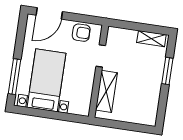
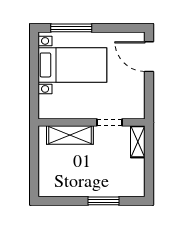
armchair: (81, 33) -> (133, 96), removed
shelving: (151, 39) -> (138, 142), moved

